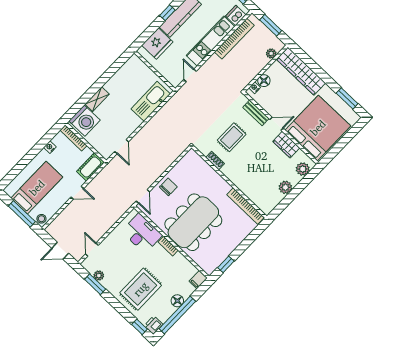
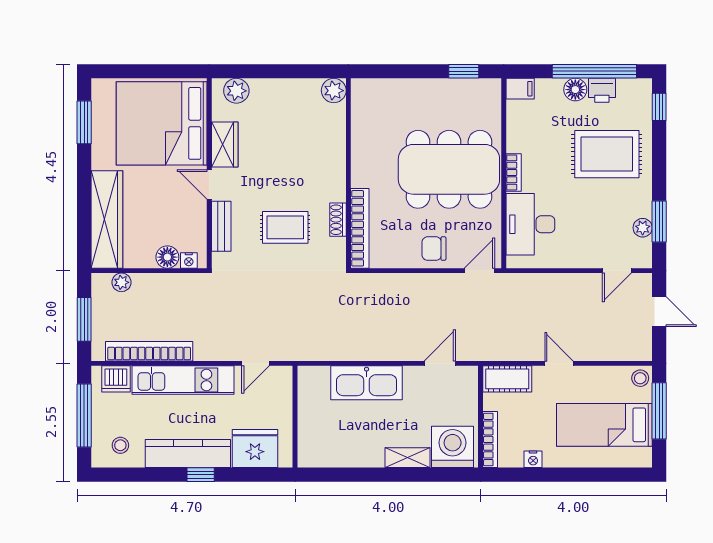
kitchen sink: (151, 101) -> (367, 383), moved
plant: (285, 187) -> (334, 91), moved
bookcase: (246, 206) -> (360, 228), moved
printer: (154, 325) -> (602, 90), moved

